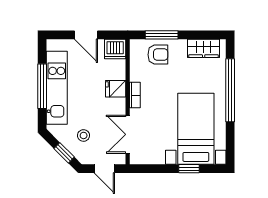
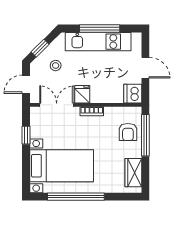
door: (86, 35) -> (145, 68), swing flipped
window: (162, 35) -> (145, 135), width x1.44
fridge: (116, 89) -> (82, 94), moved
window: (230, 90) -> (76, 197), moved
window: (189, 169) -> (26, 135), moved

